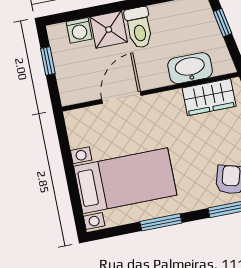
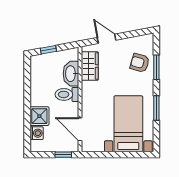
toilet: (139, 28) -> (67, 94), moved, turned 180
window: (48, 61) -> (63, 155), moved
door: (121, 97) -> (80, 129), moved

